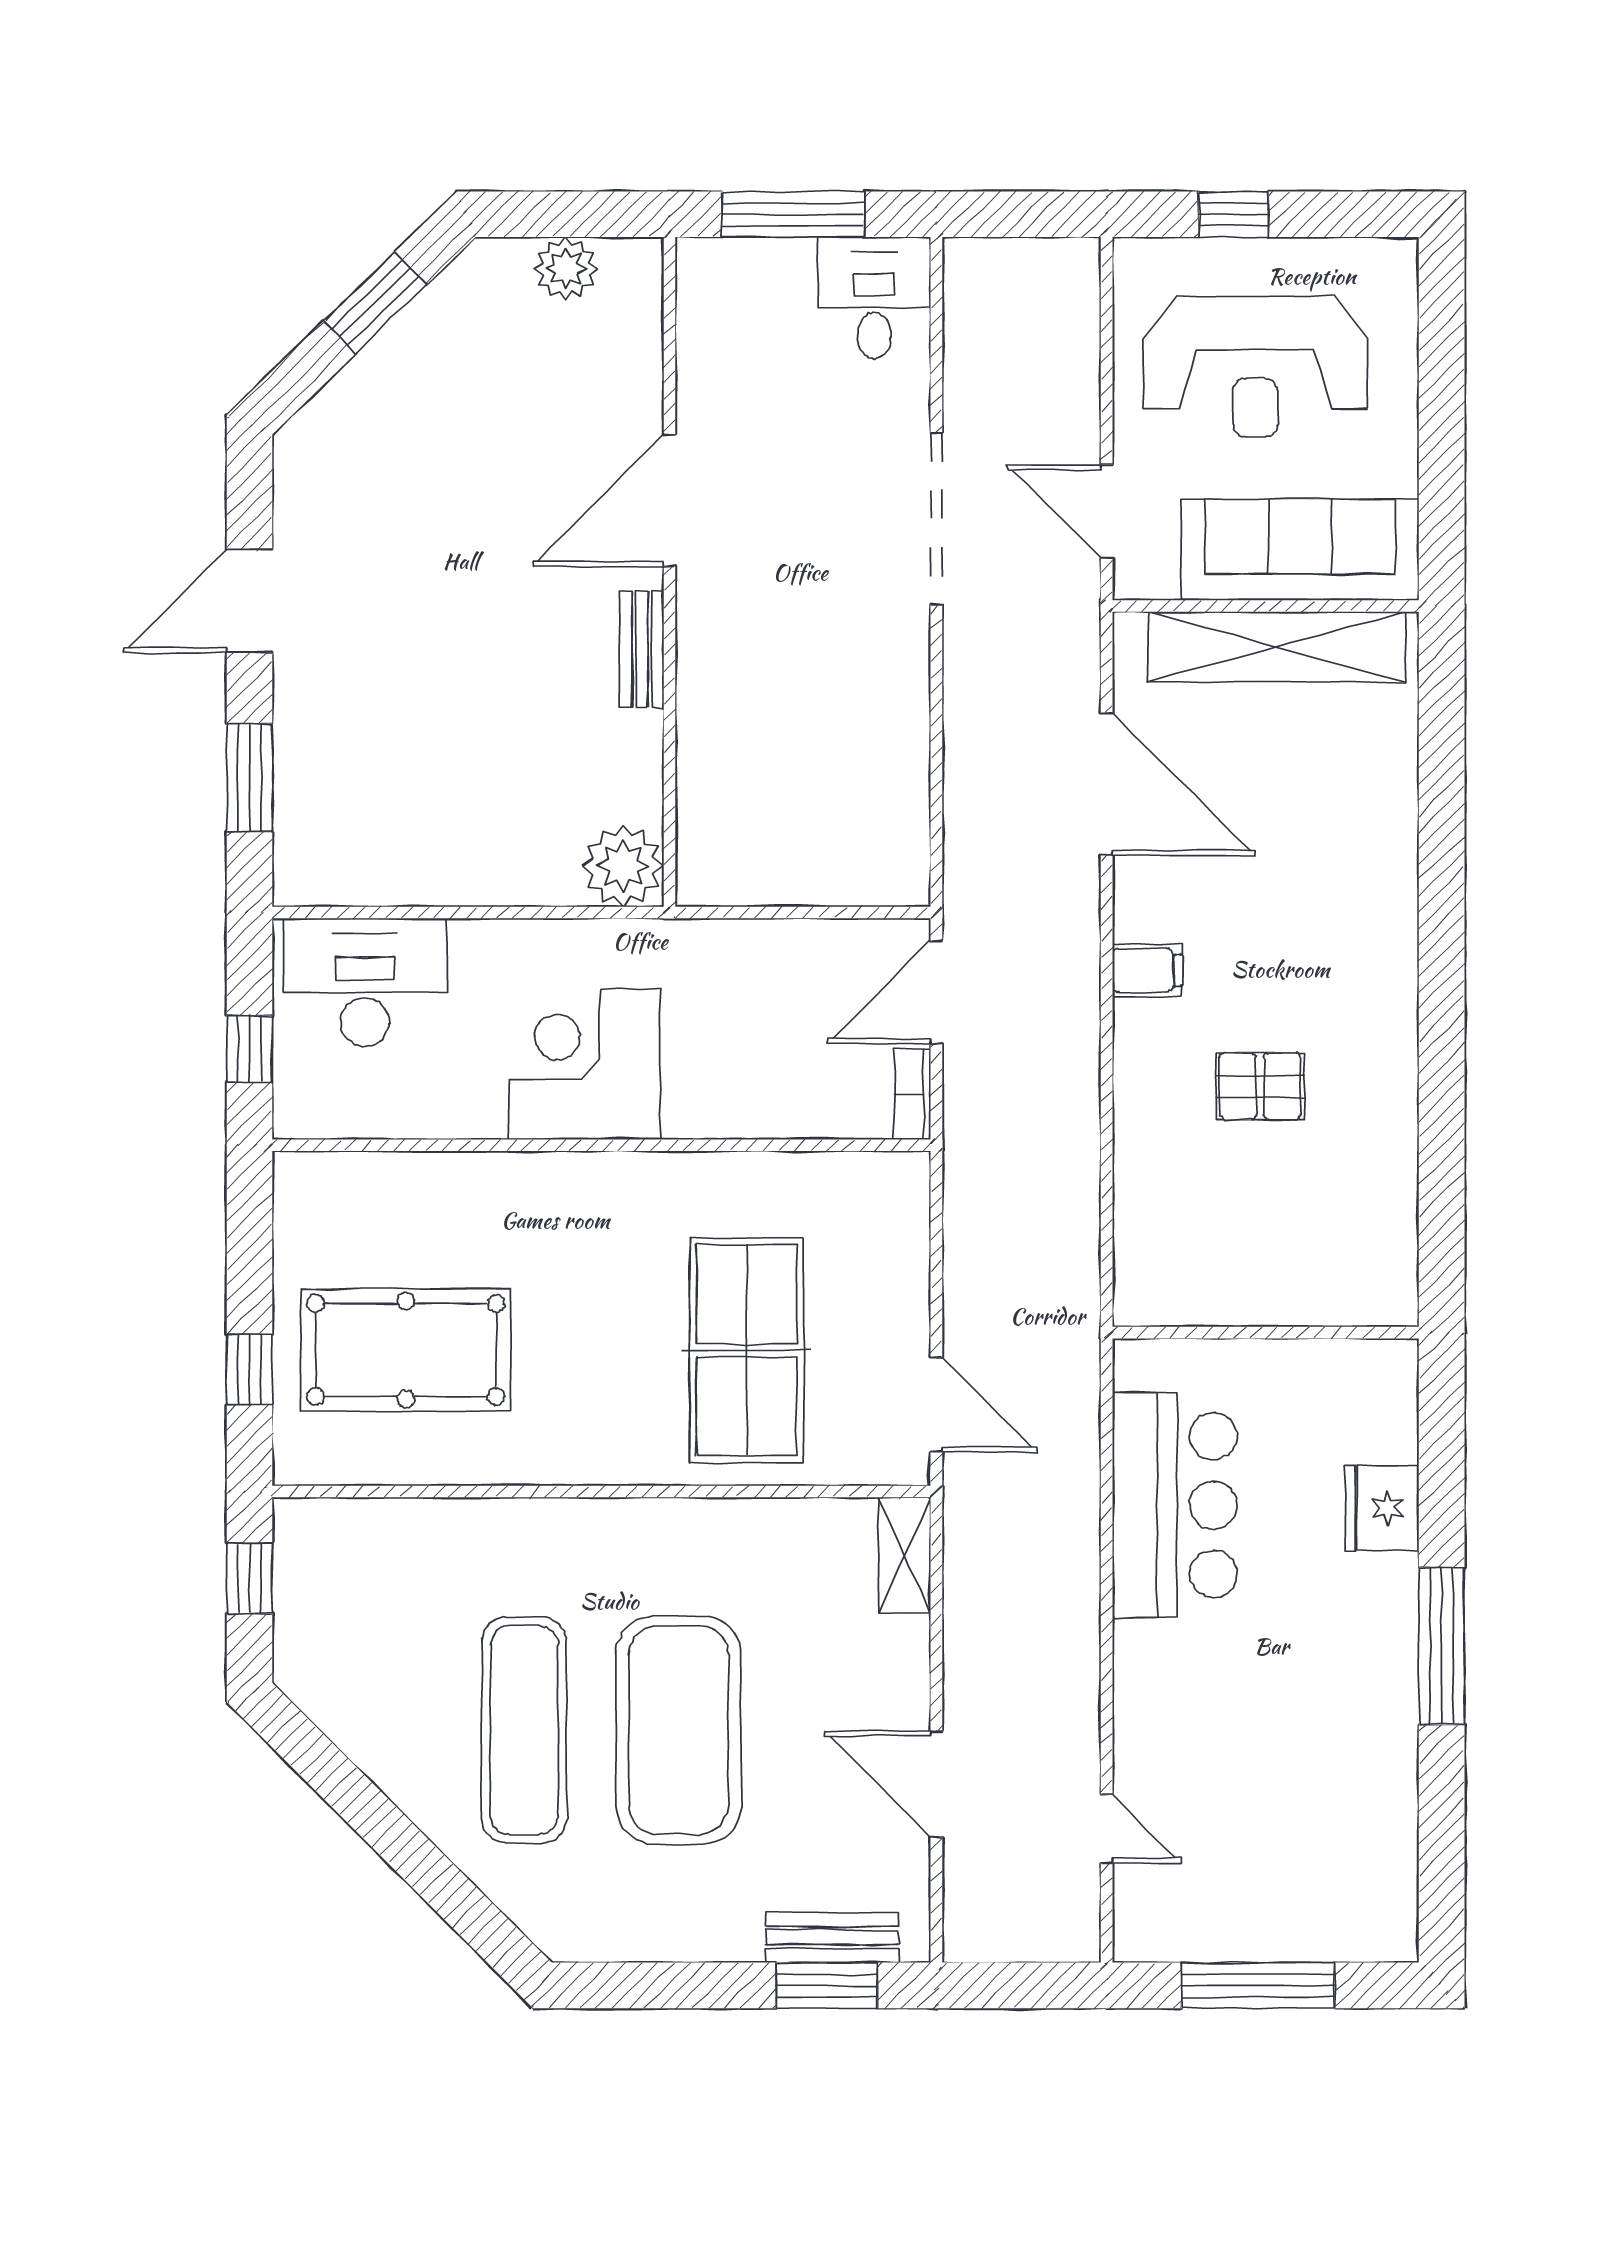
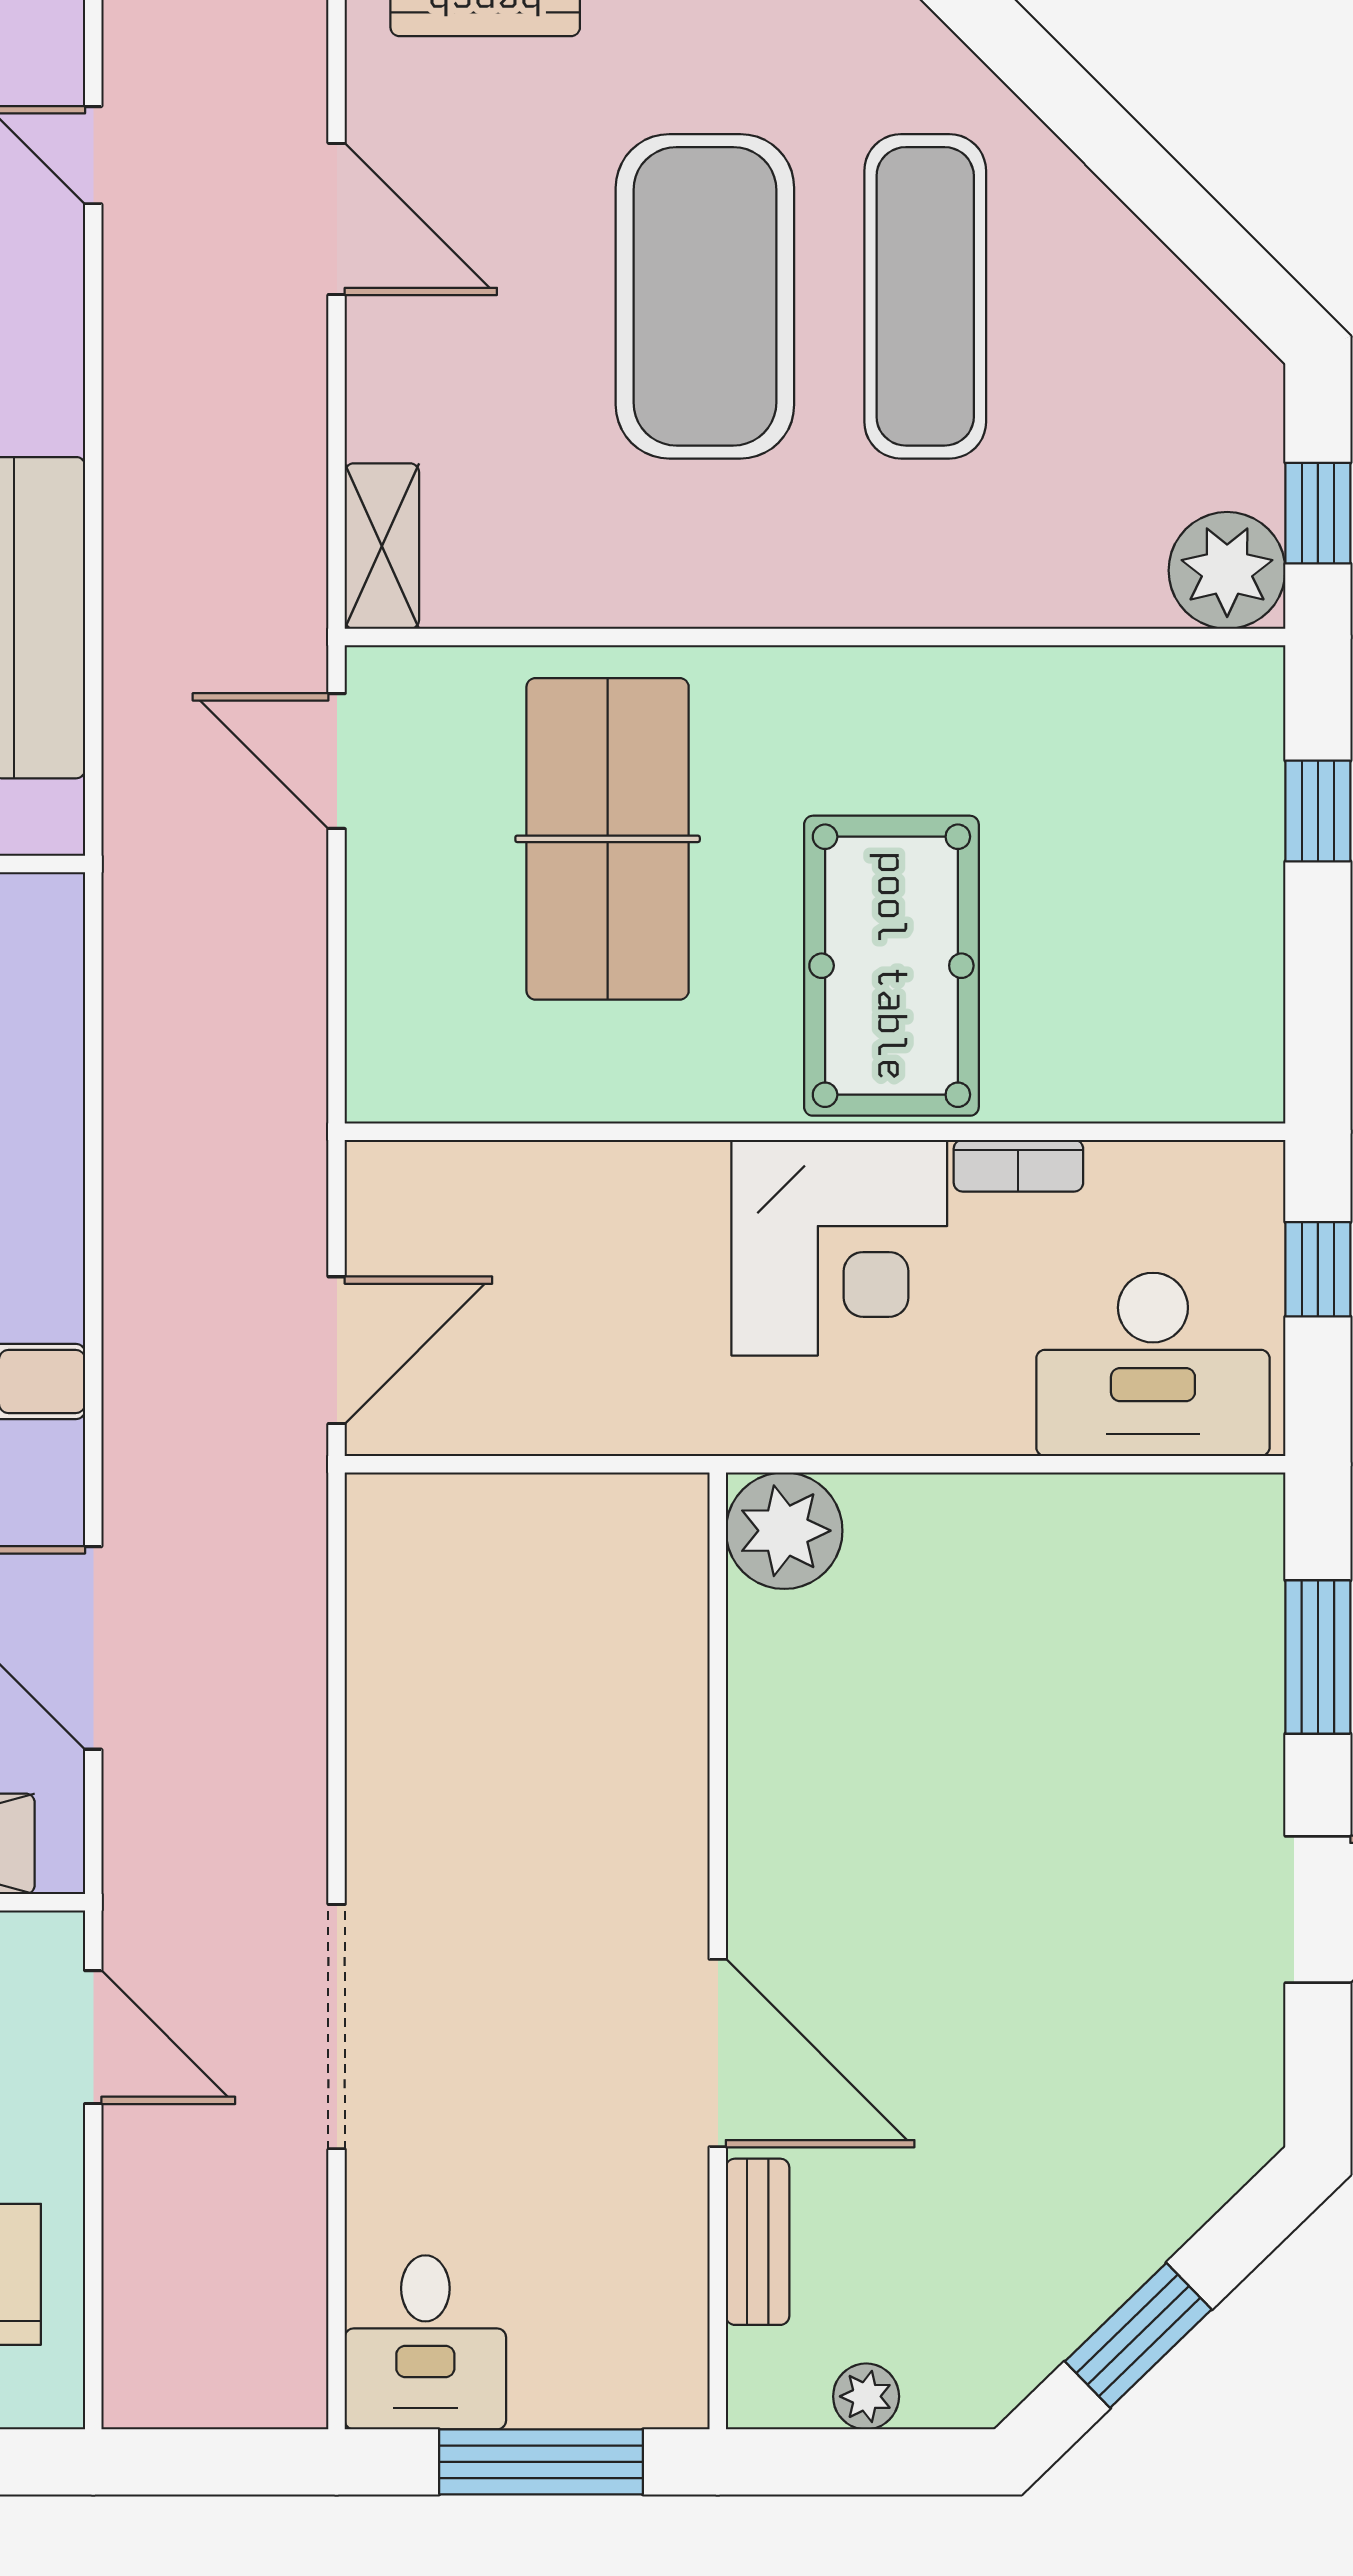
plant: (566, 269) -> (866, 2396), width x0.73, depth x0.73
door: (670, 500) -> (718, 2053), hinge flipped
bench: (642, 649) -> (758, 2242), moved
bookcase: (913, 1094) -> (1018, 1166), moved, turned 90
pool table: (406, 1350) -> (891, 966), moved, turned 90
plant: (313, 1538) -> (1227, 570), added

